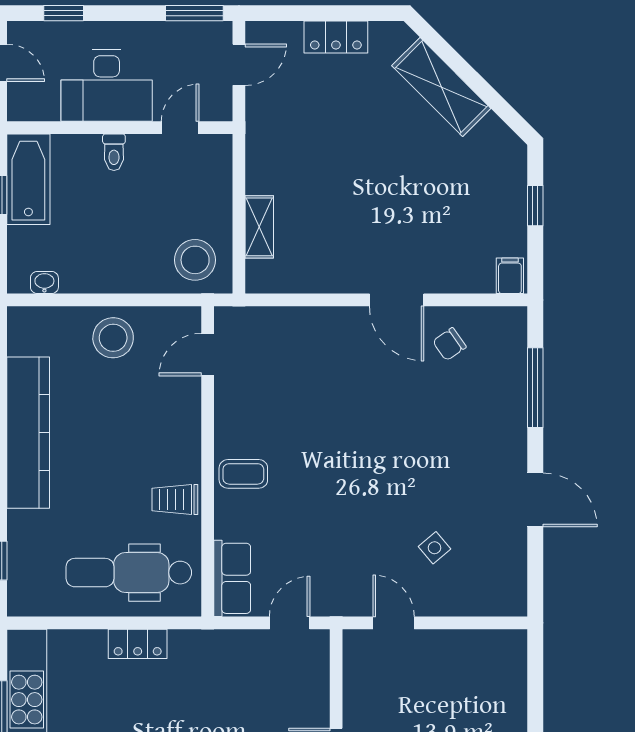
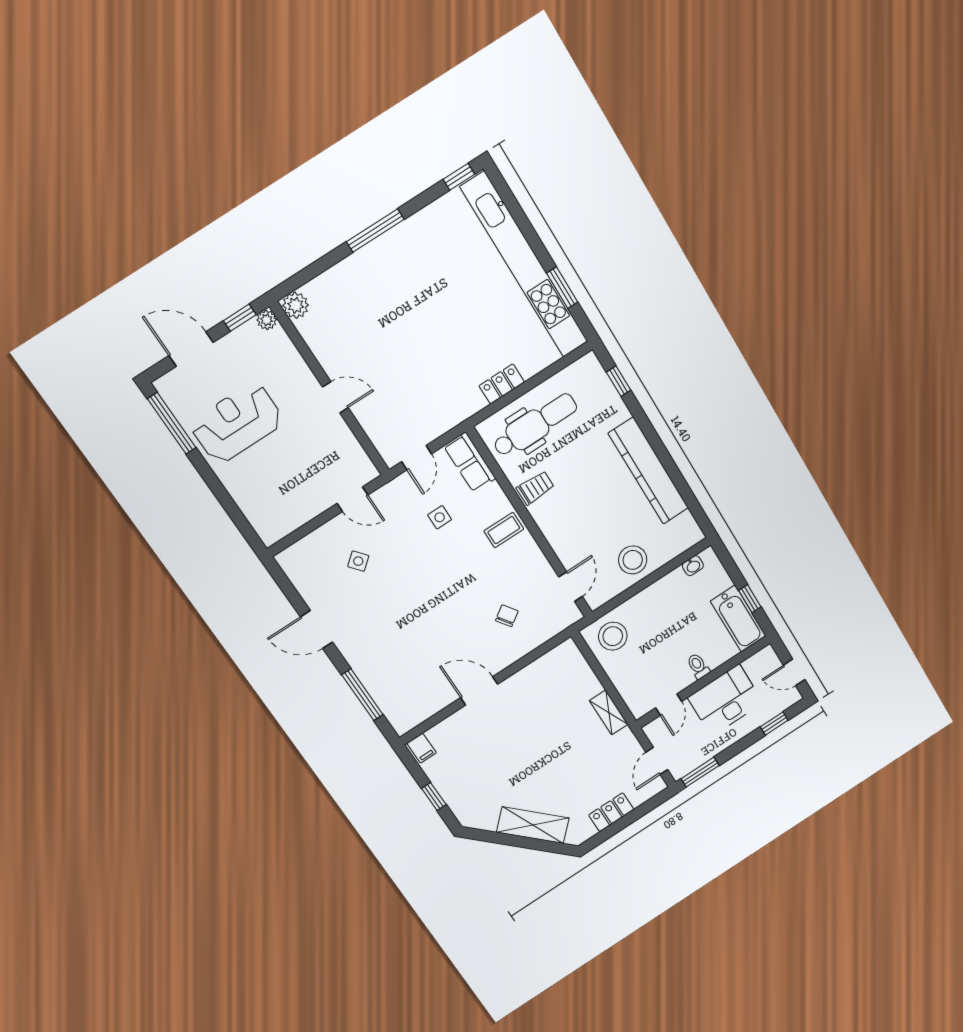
shelving: (259, 227) -> (609, 712), moved
chair: (449, 344) -> (507, 616), moved
side table: (308, 537) -> (440, 517), added

